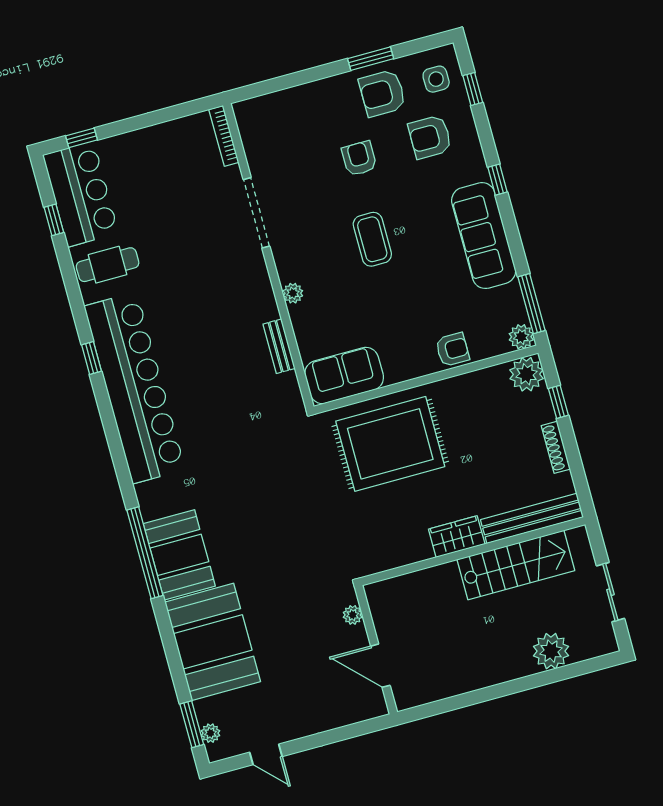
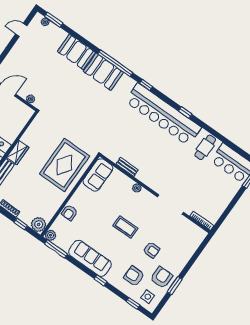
armchair: (430, 137) -> (134, 276), turned -90
window: (54, 220) -> (146, 85), moved
booth: (213, 642) -> (76, 52), width x0.73, depth x0.70

